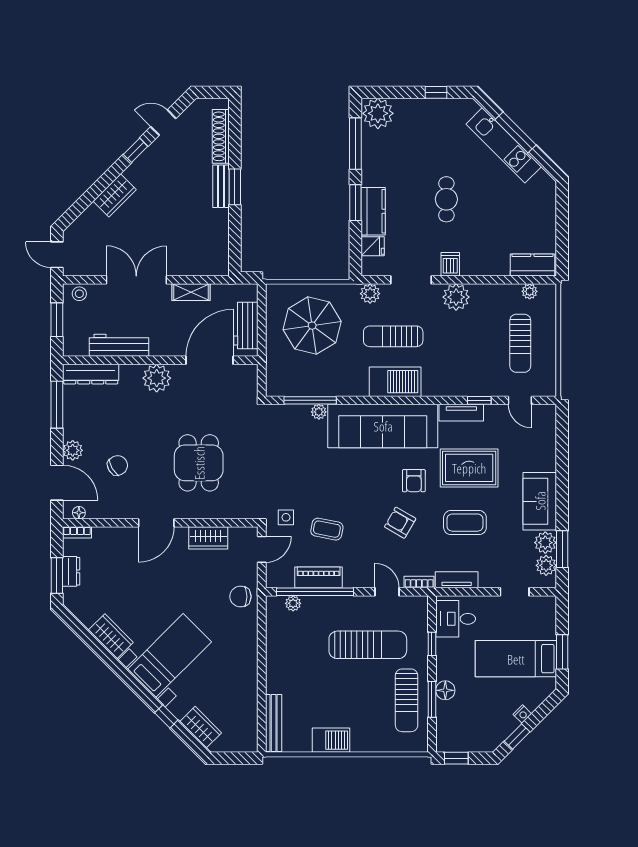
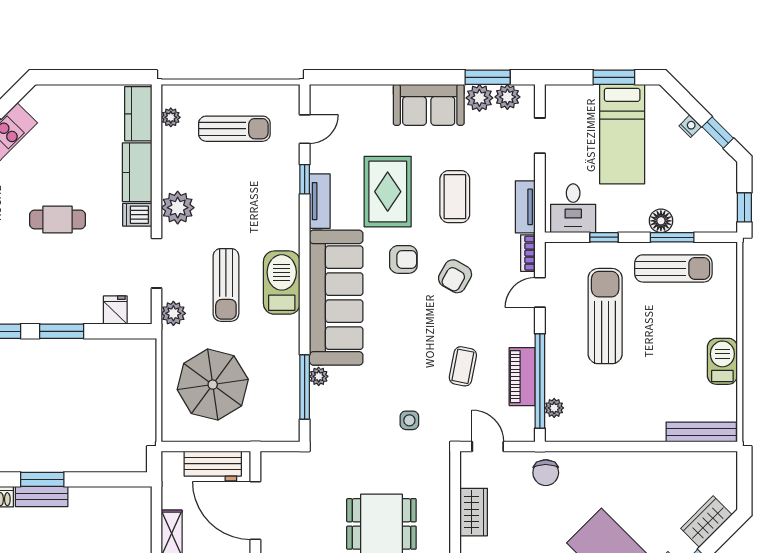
kitchen counter: (373, 211) -> (137, 172), moved, turned -90
side table: (286, 517) -> (409, 420), moved

